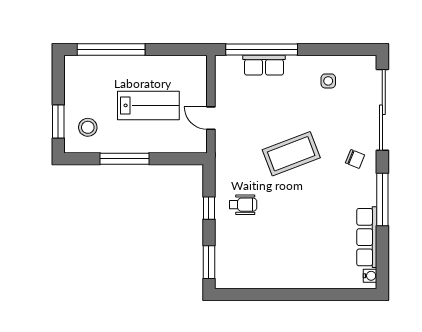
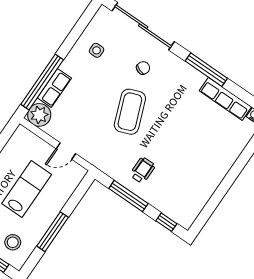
plant: (228, 68) -> (39, 115), added
chair: (355, 159) -> (143, 68), moved
window: (209, 208) -> (128, 196), width x2.17
window: (209, 262) -> (166, 222), width x0.67

